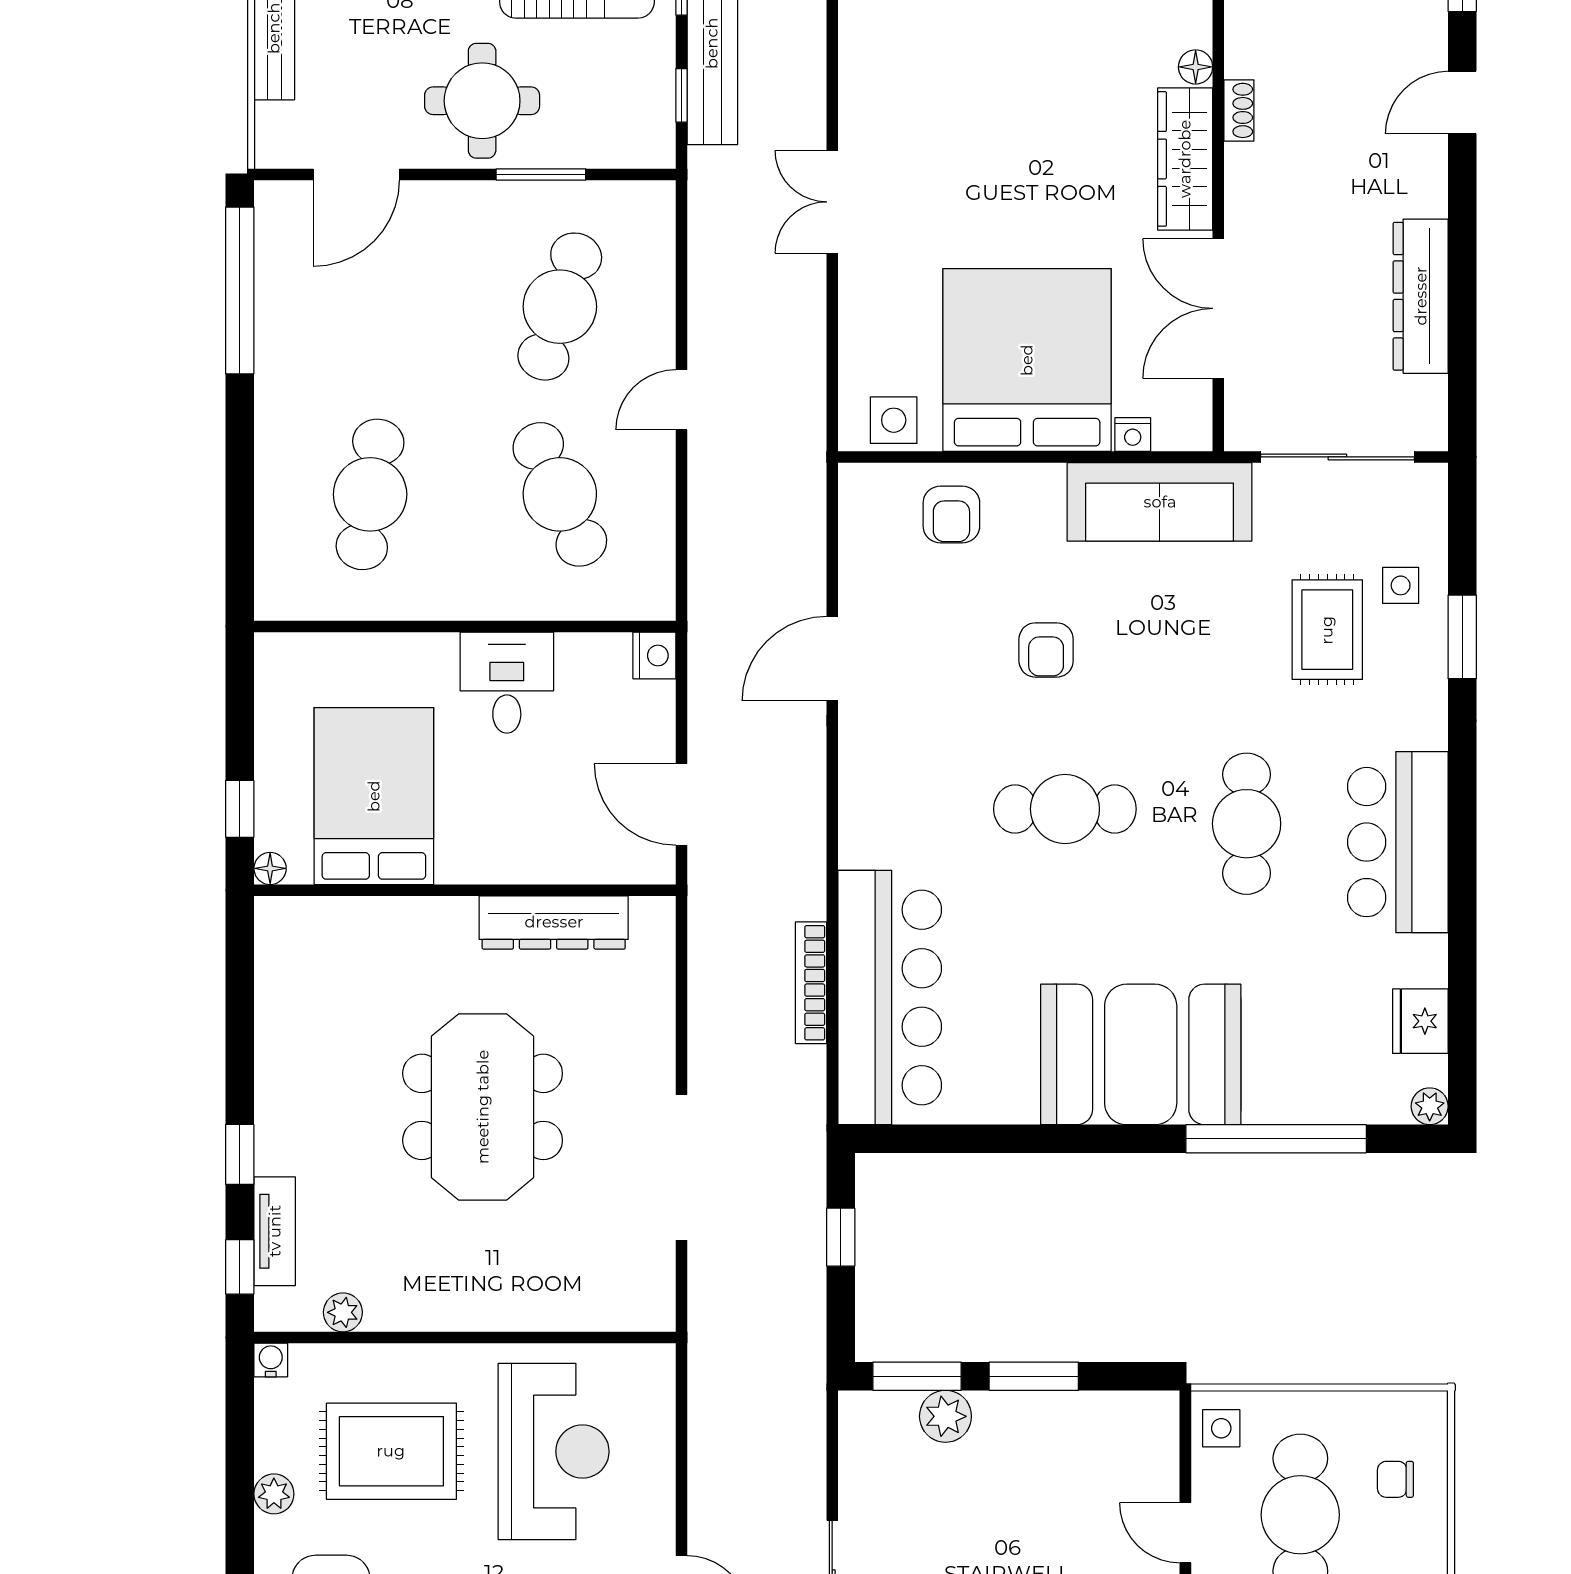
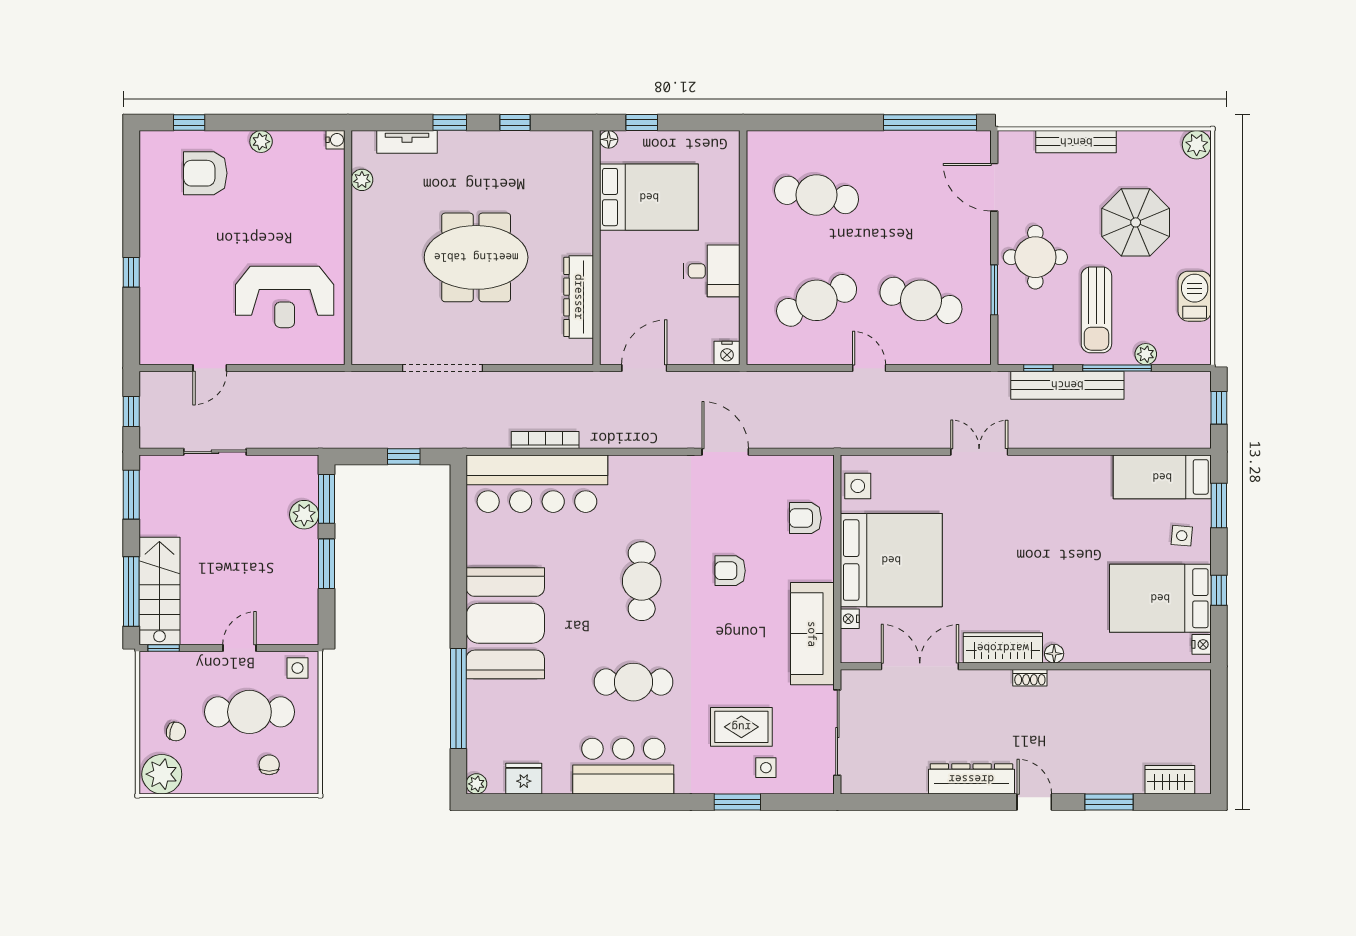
dresser: (1421, 296) -> (971, 779), moved
window: (240, 1267) -> (515, 123), moved
rug: (391, 1451) -> (285, 207), removed

